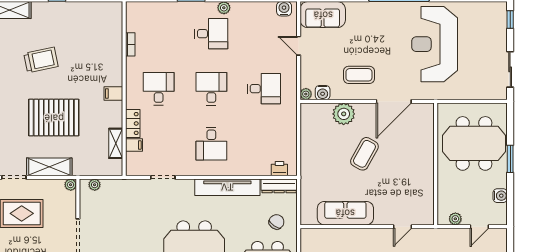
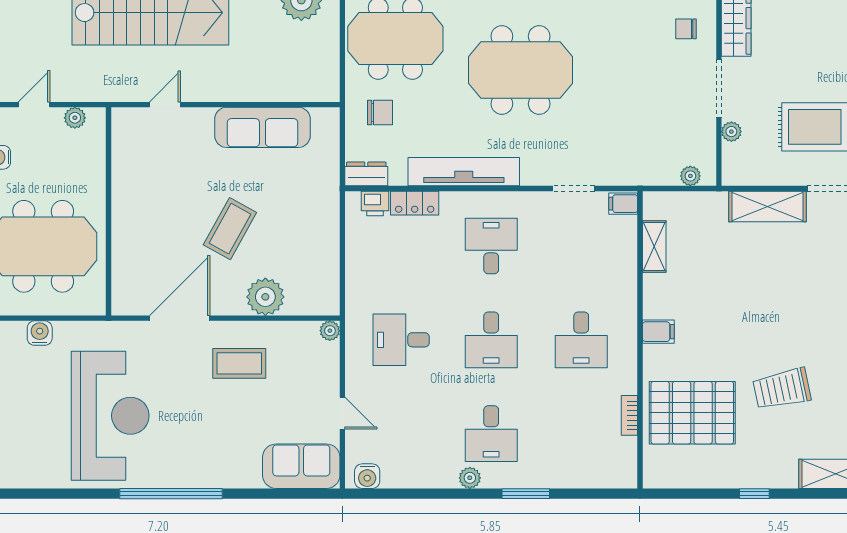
desk: (211, 34) -> (491, 434), turned -90
water cooler: (323, 93) -> (40, 333), moved
pallet: (54, 118) -> (692, 413), moved
locker: (133, 123) -> (415, 203), moved, turned -90
filing cabinet: (134, 145) -> (623, 204), moved
plant: (71, 185) -> (731, 132), moved
dresser: (279, 186) -> (366, 174), width x0.70
chair: (276, 222) -> (380, 112), turned -125

